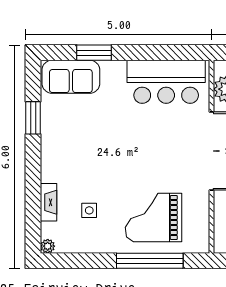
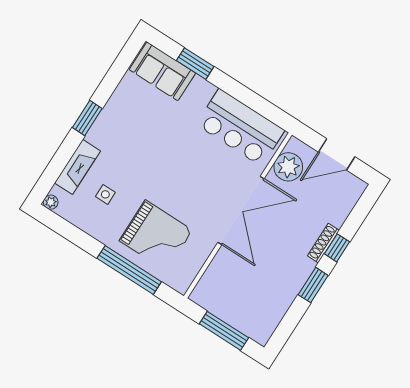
window: (33, 118) -> (87, 118), moved
fireplace: (49, 202) -> (77, 167), width x1.37, depth x1.32
grand piano: (154, 218) -> (156, 235), turned 180

